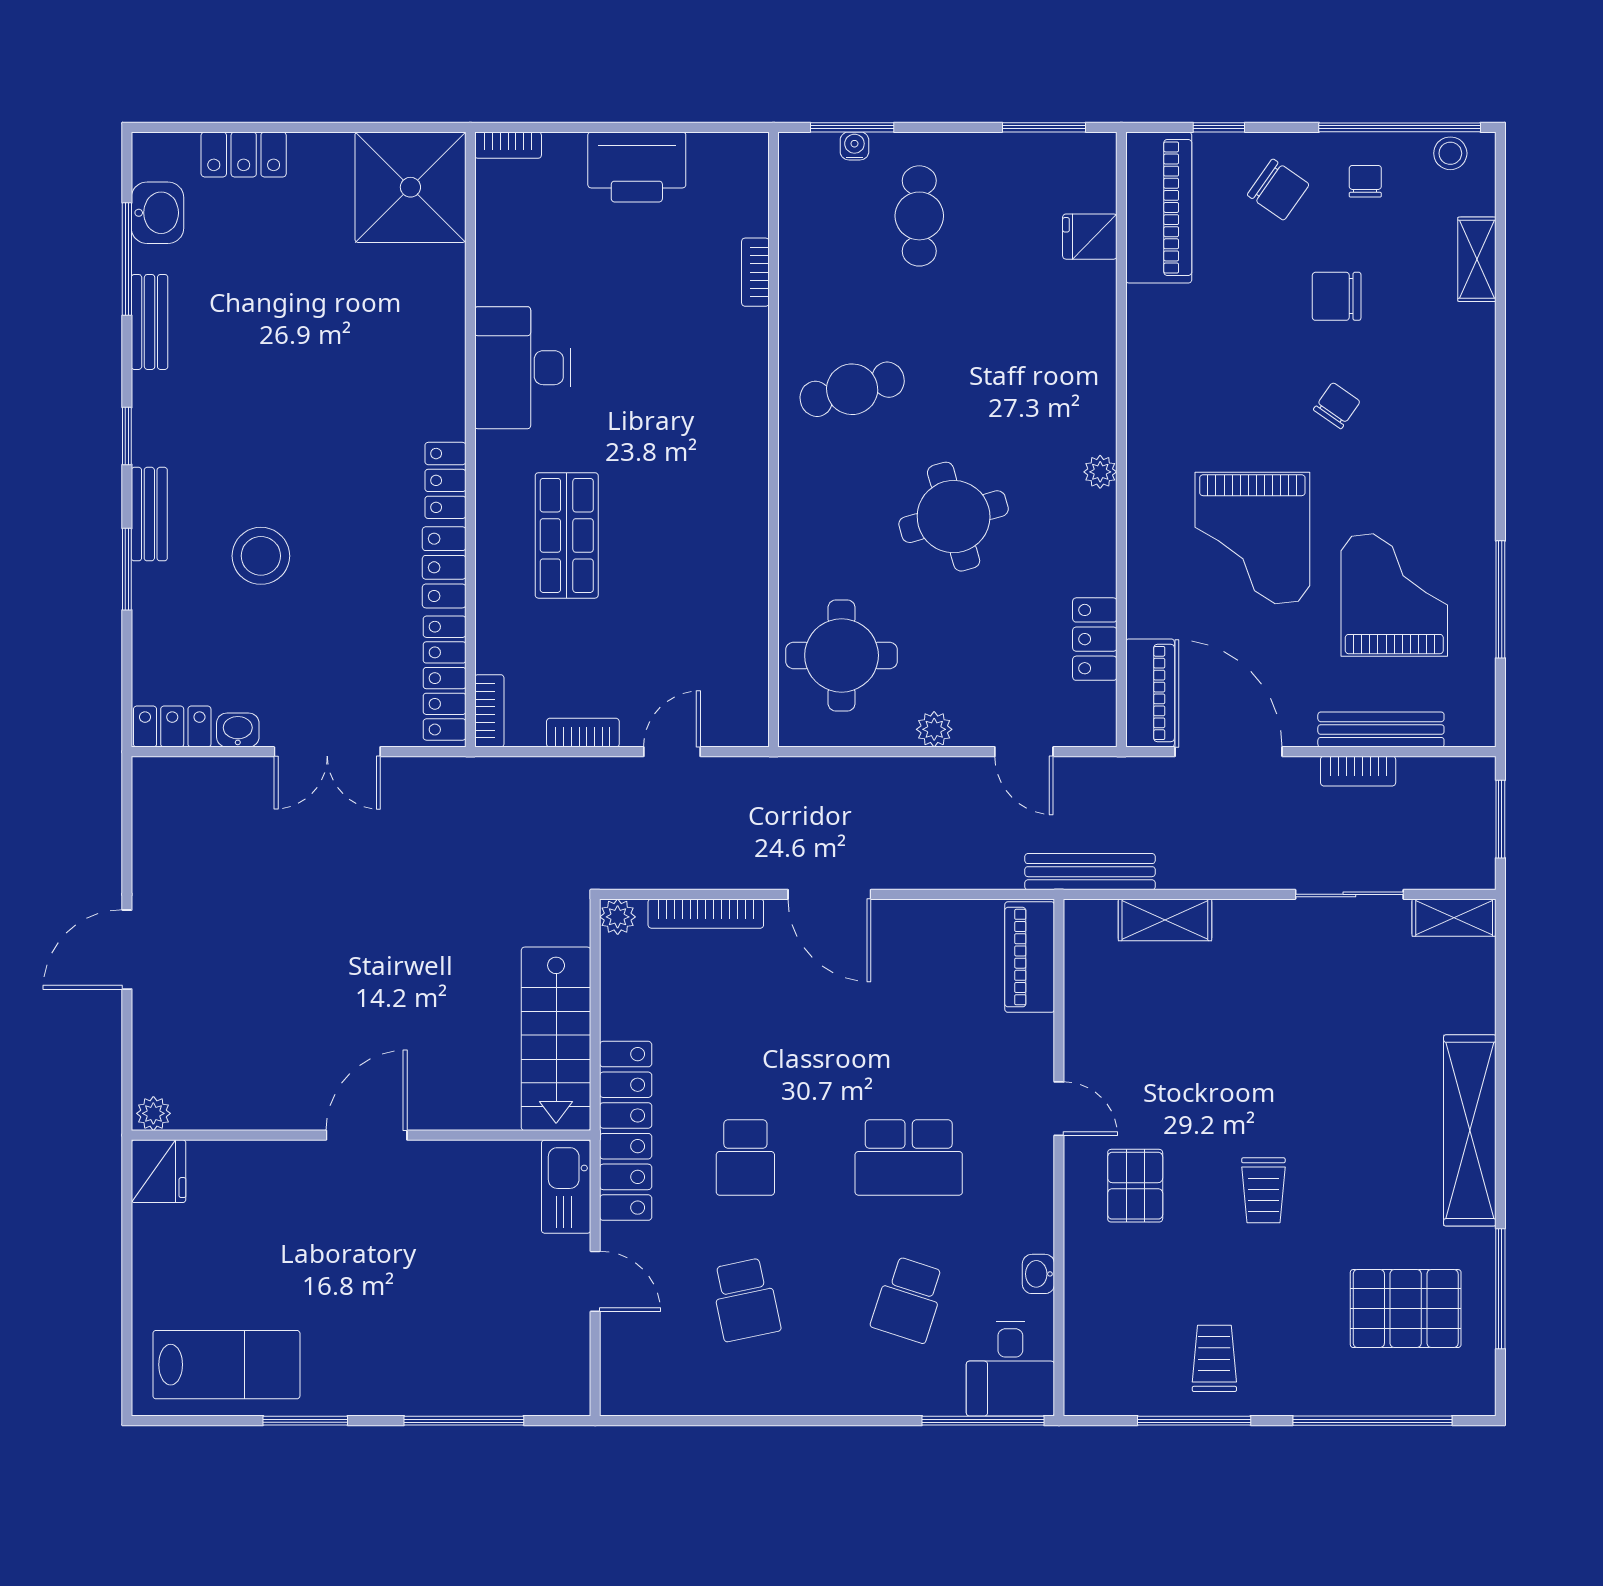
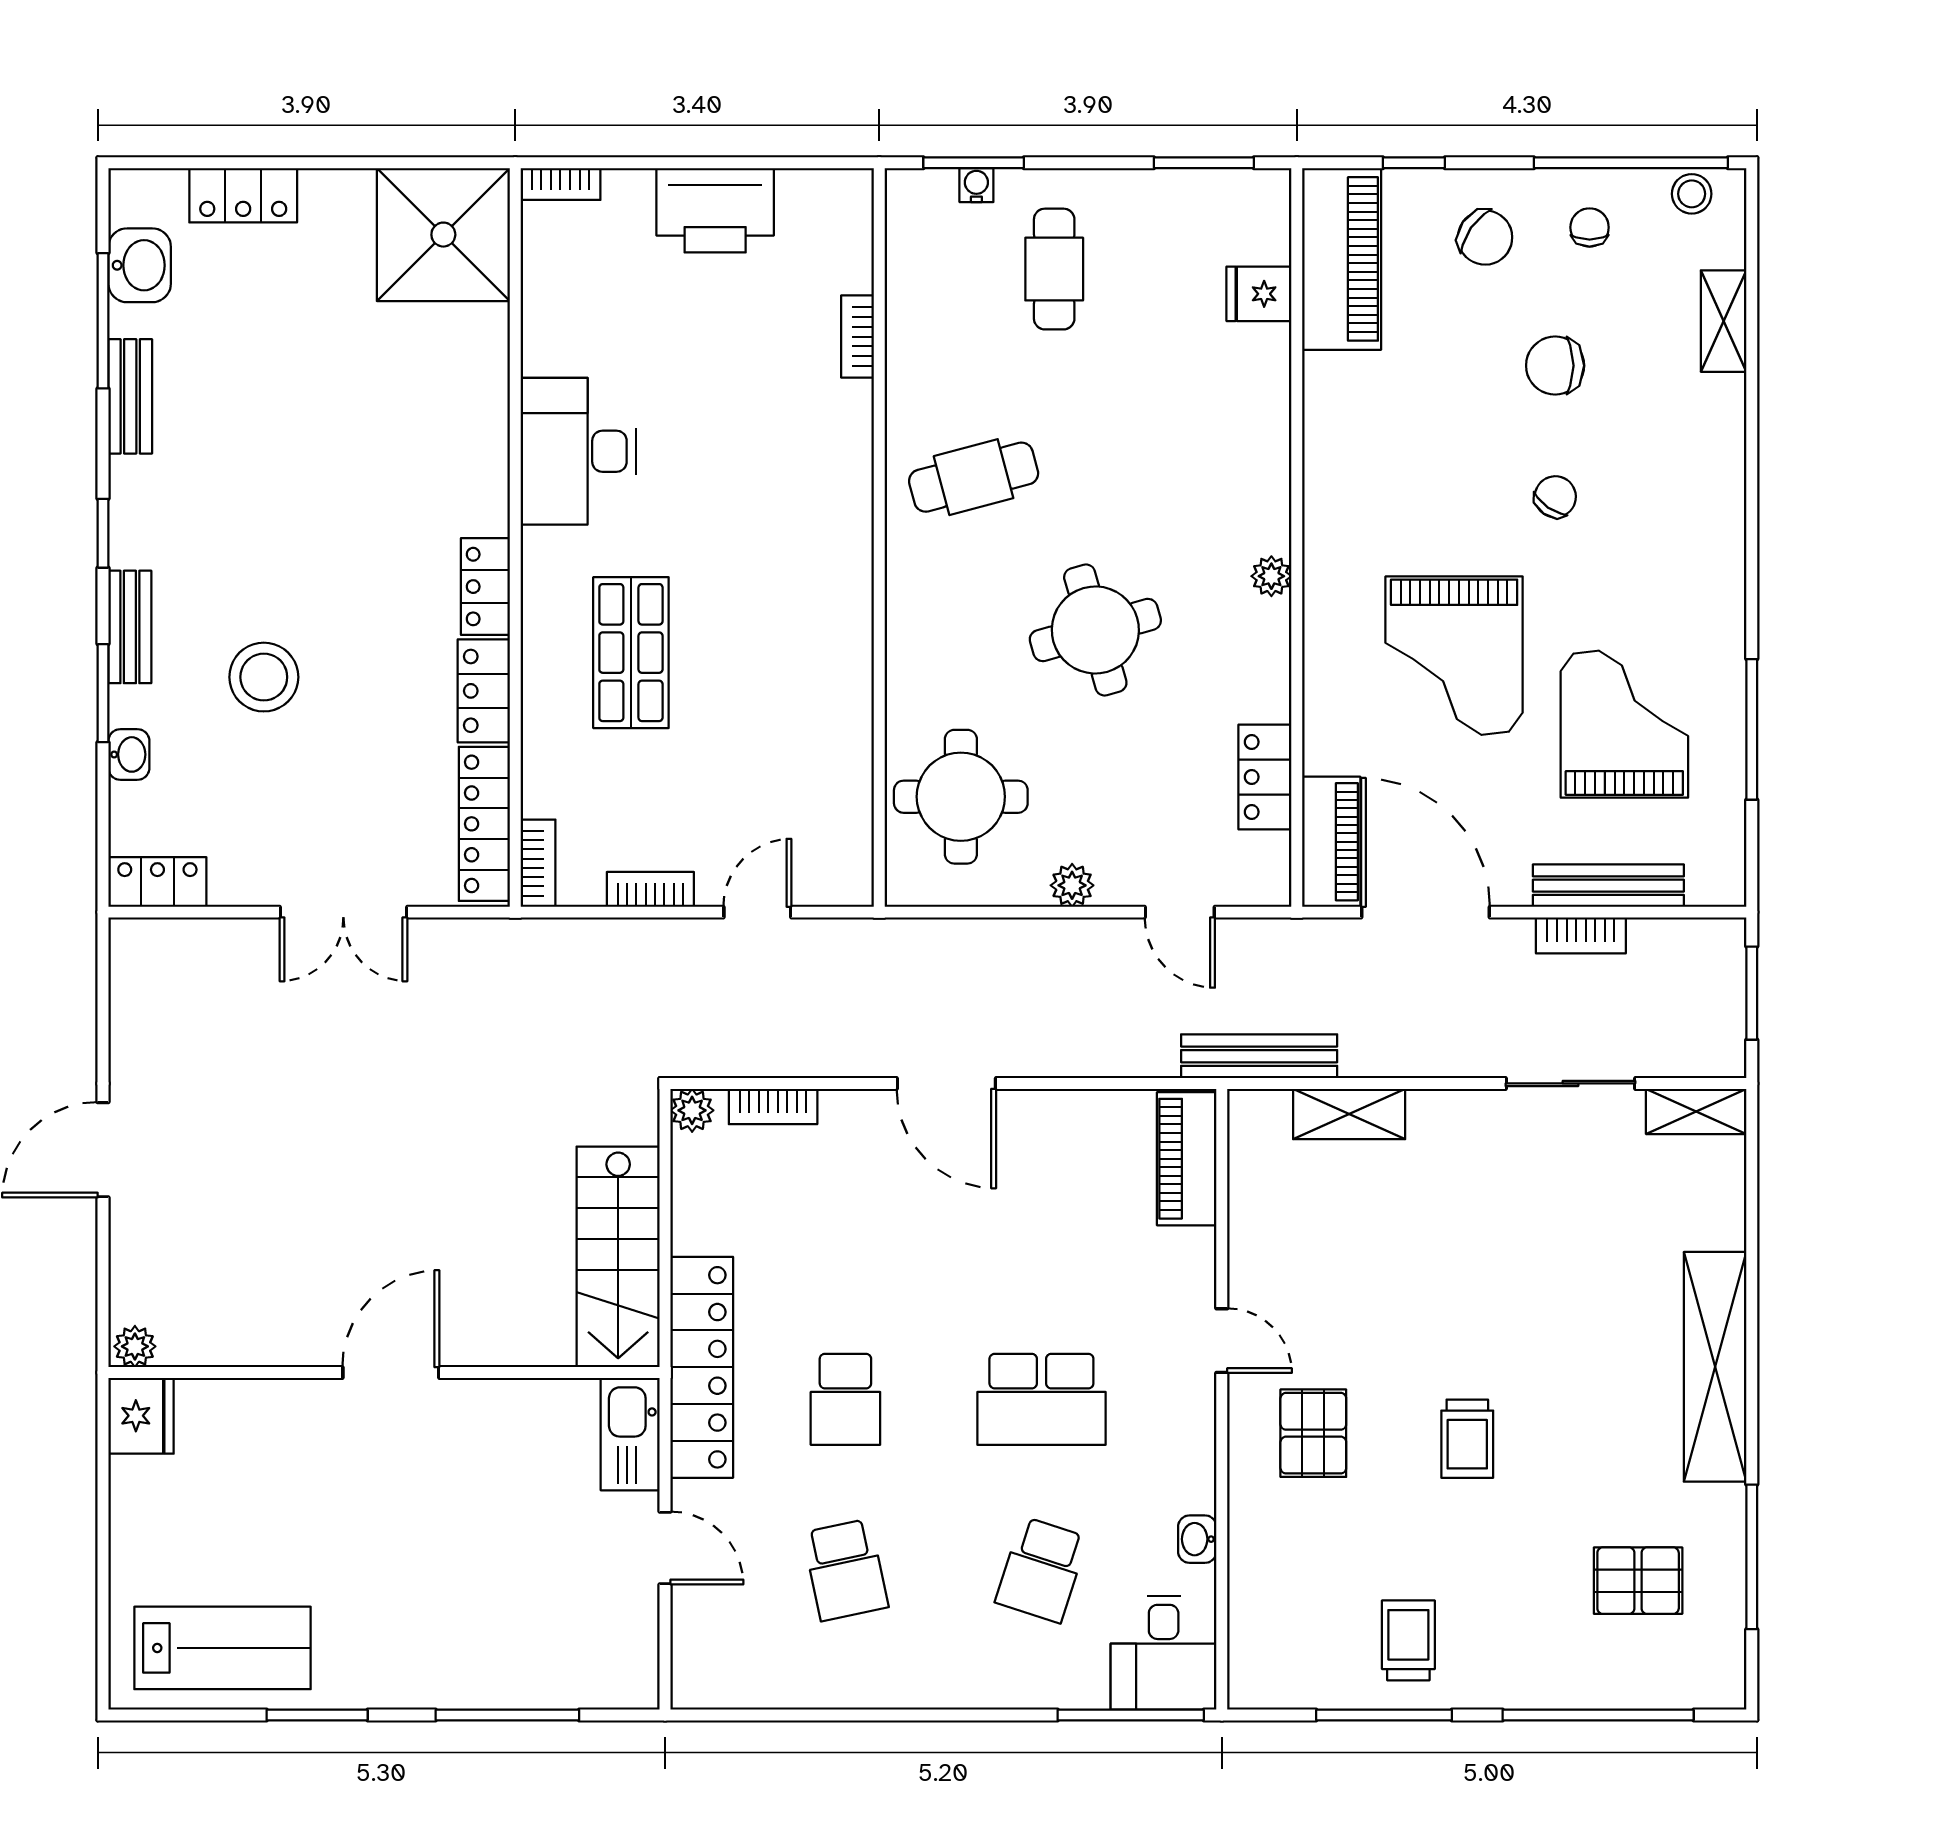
washbasin: (238, 730) -> (129, 754), moved, turned 90
bookcase: (706, 914) -> (773, 1107), width x0.64
pallet: (1406, 1309) -> (1638, 1581), width x0.67, depth x0.71

